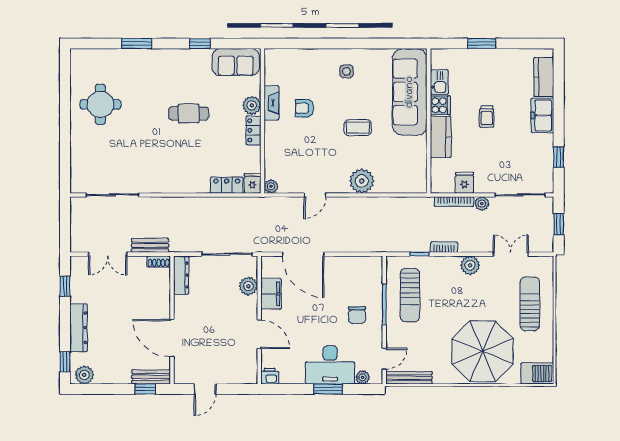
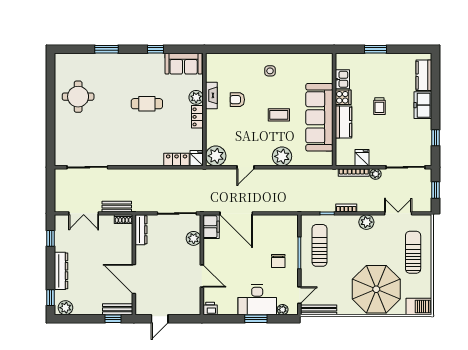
sofa: (410, 92) -> (319, 117), moved
plant: (271, 186) -> (216, 156), width x1.88, depth x1.88
filing cabinet: (271, 294) -> (211, 227), moved
sun lounger: (410, 295) -> (320, 245), turned 180

